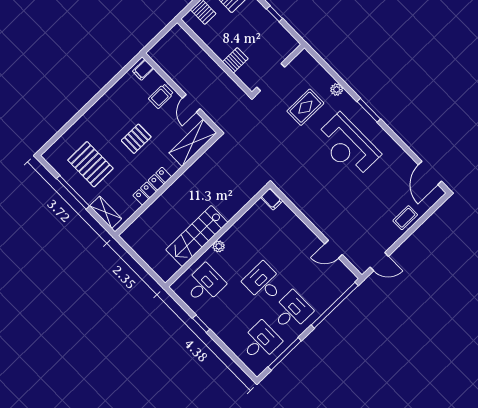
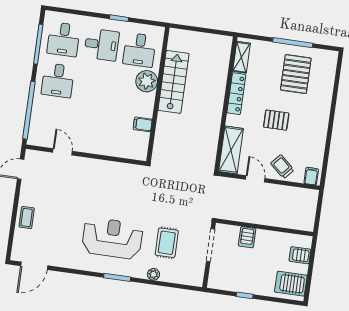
trolley: (161, 96) -> (282, 167), turned -49
pallet: (136, 139) -> (276, 120), turned 90
pallet: (90, 164) -> (296, 74), turned 90
door: (430, 173) -> (34, 266), swing flipped
filing cabinet: (272, 199) -> (143, 124), moved
shelving: (106, 212) -> (242, 57), moved, turned 90
plant: (219, 246) -> (147, 81), width x1.88, depth x1.88
door: (333, 249) -> (62, 152), hinge flipped
desk: (264, 283) -> (102, 45), moved

